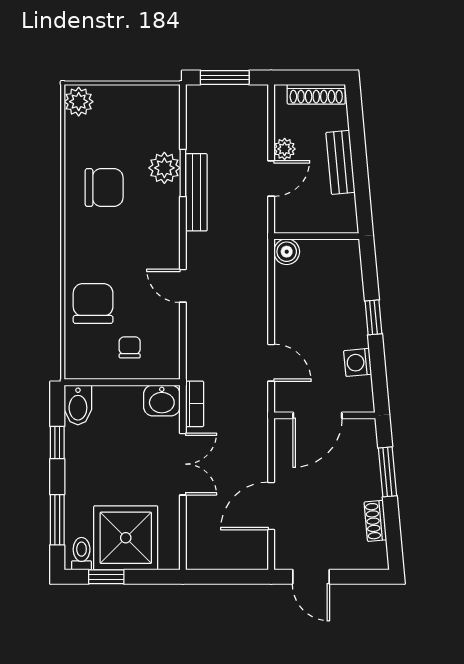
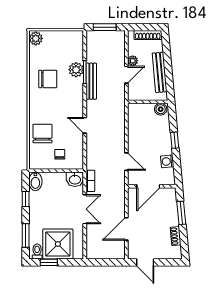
bench: (341, 162) -> (160, 72), width x1.36
boiler: (287, 252) -> (161, 109), moved

